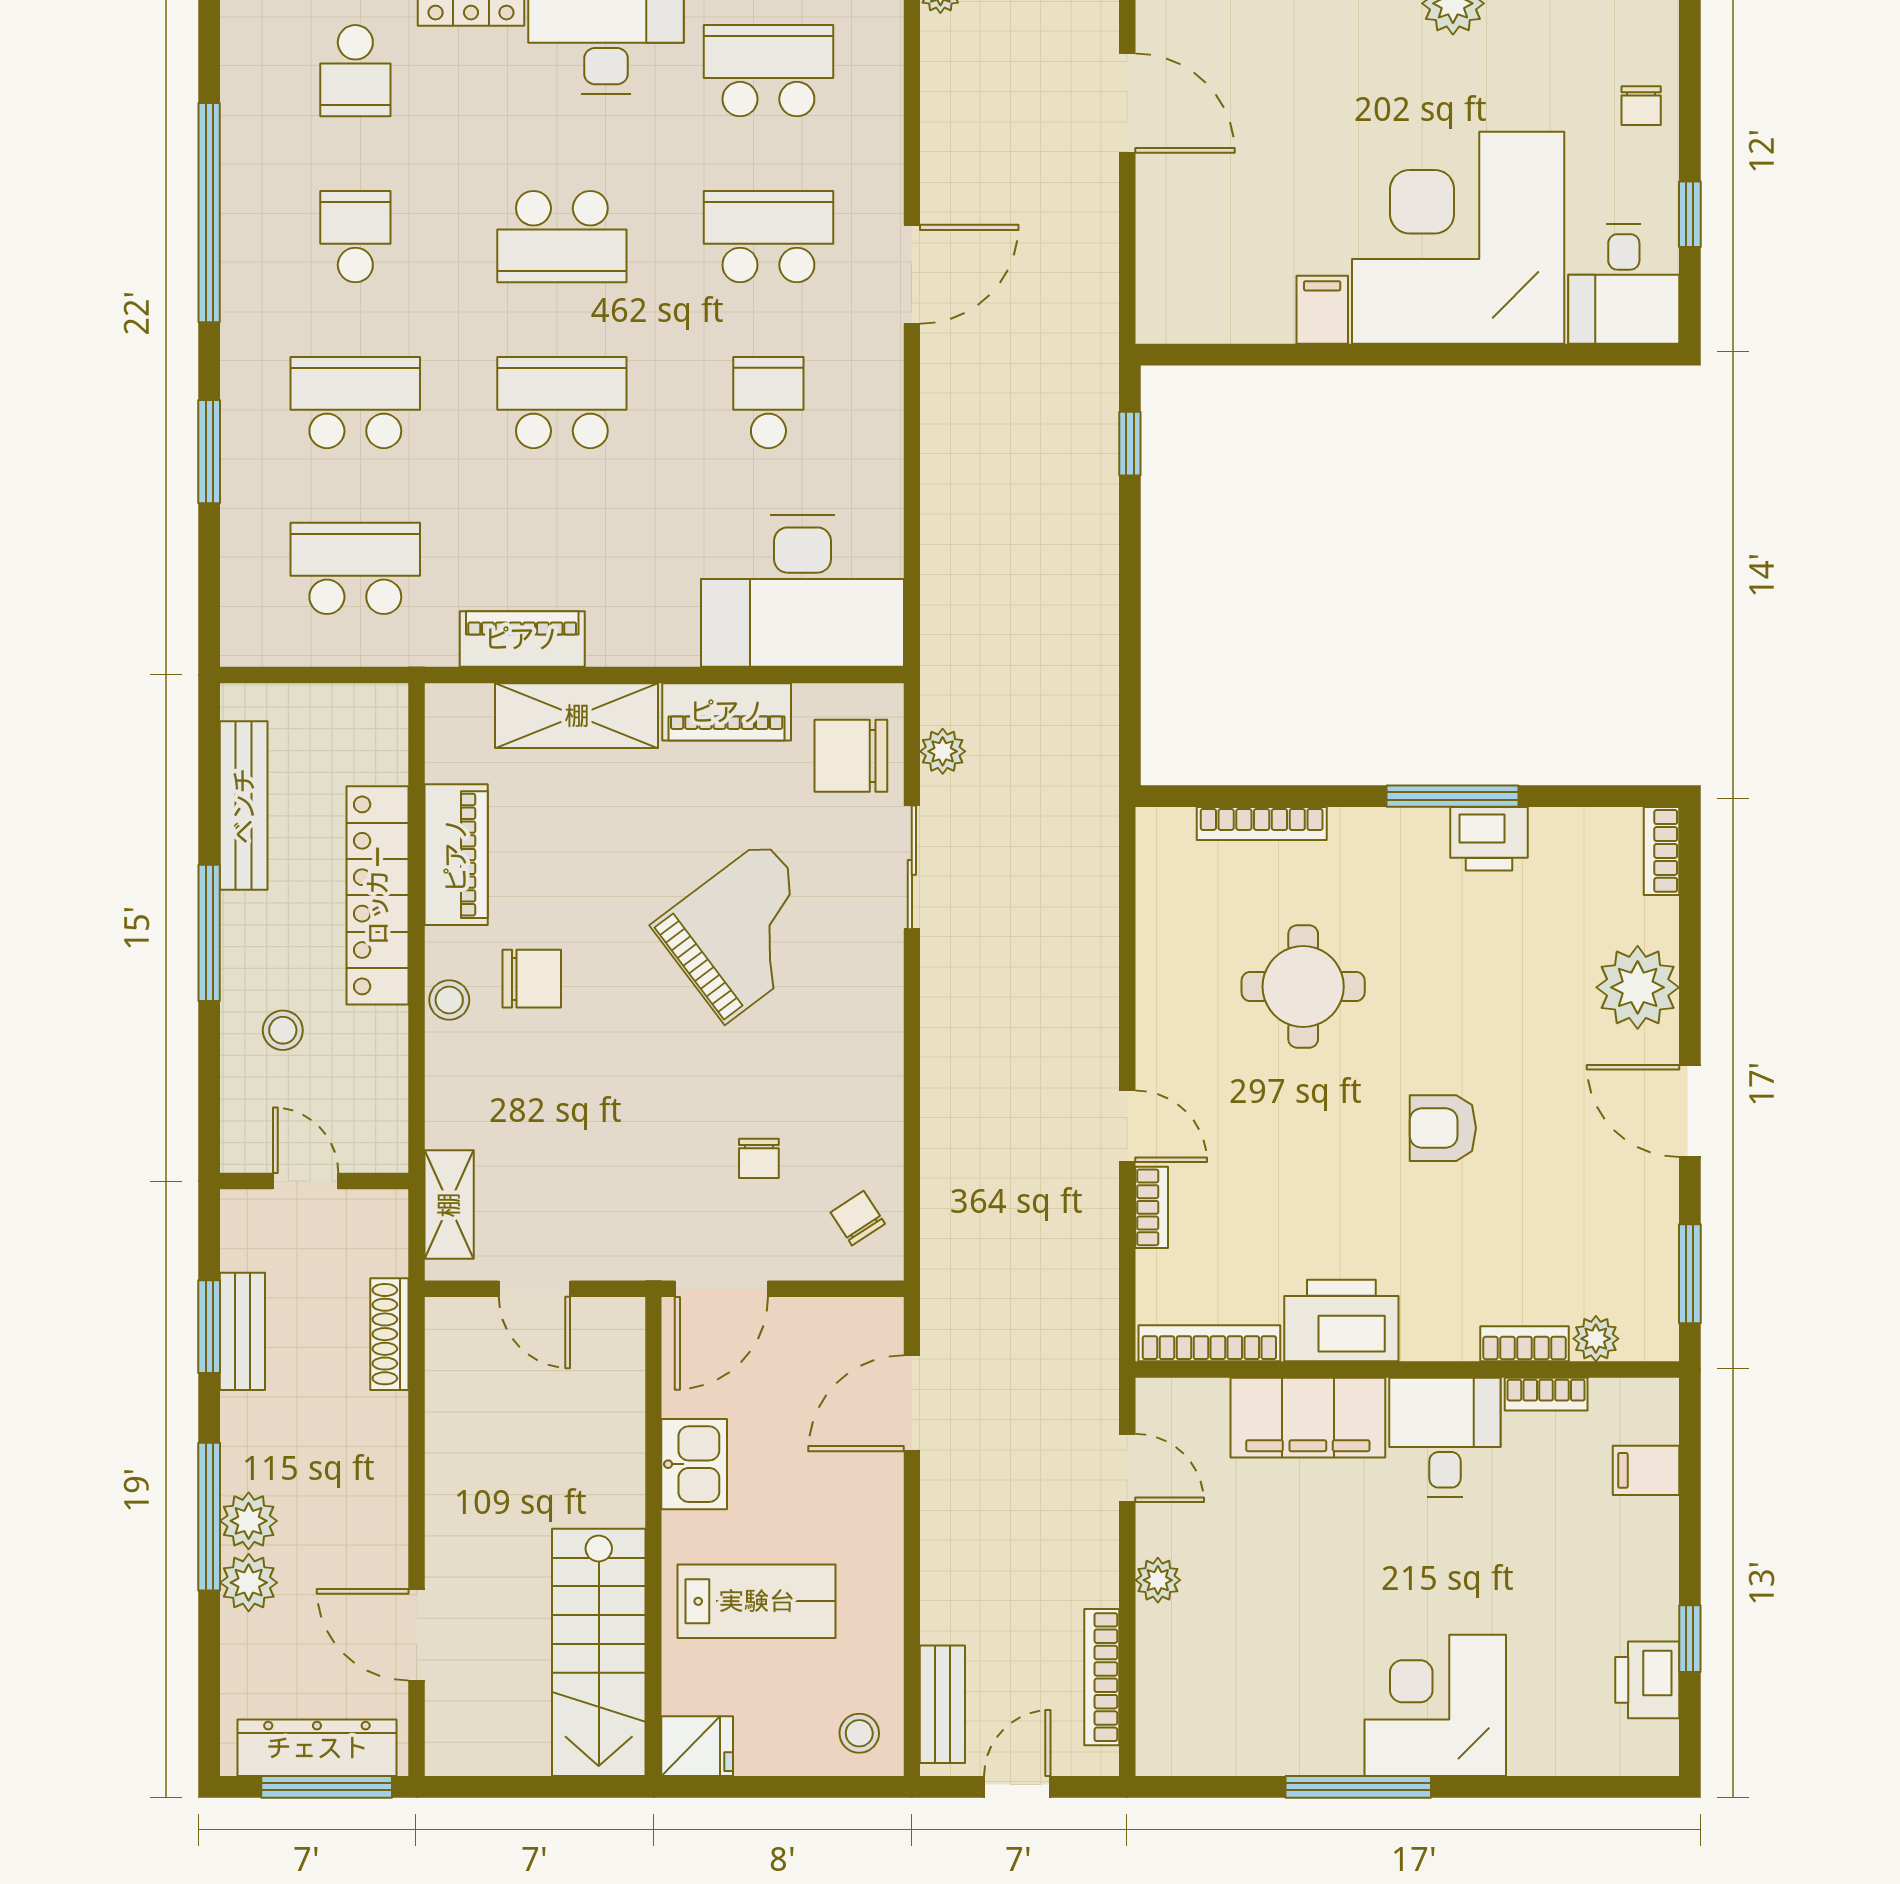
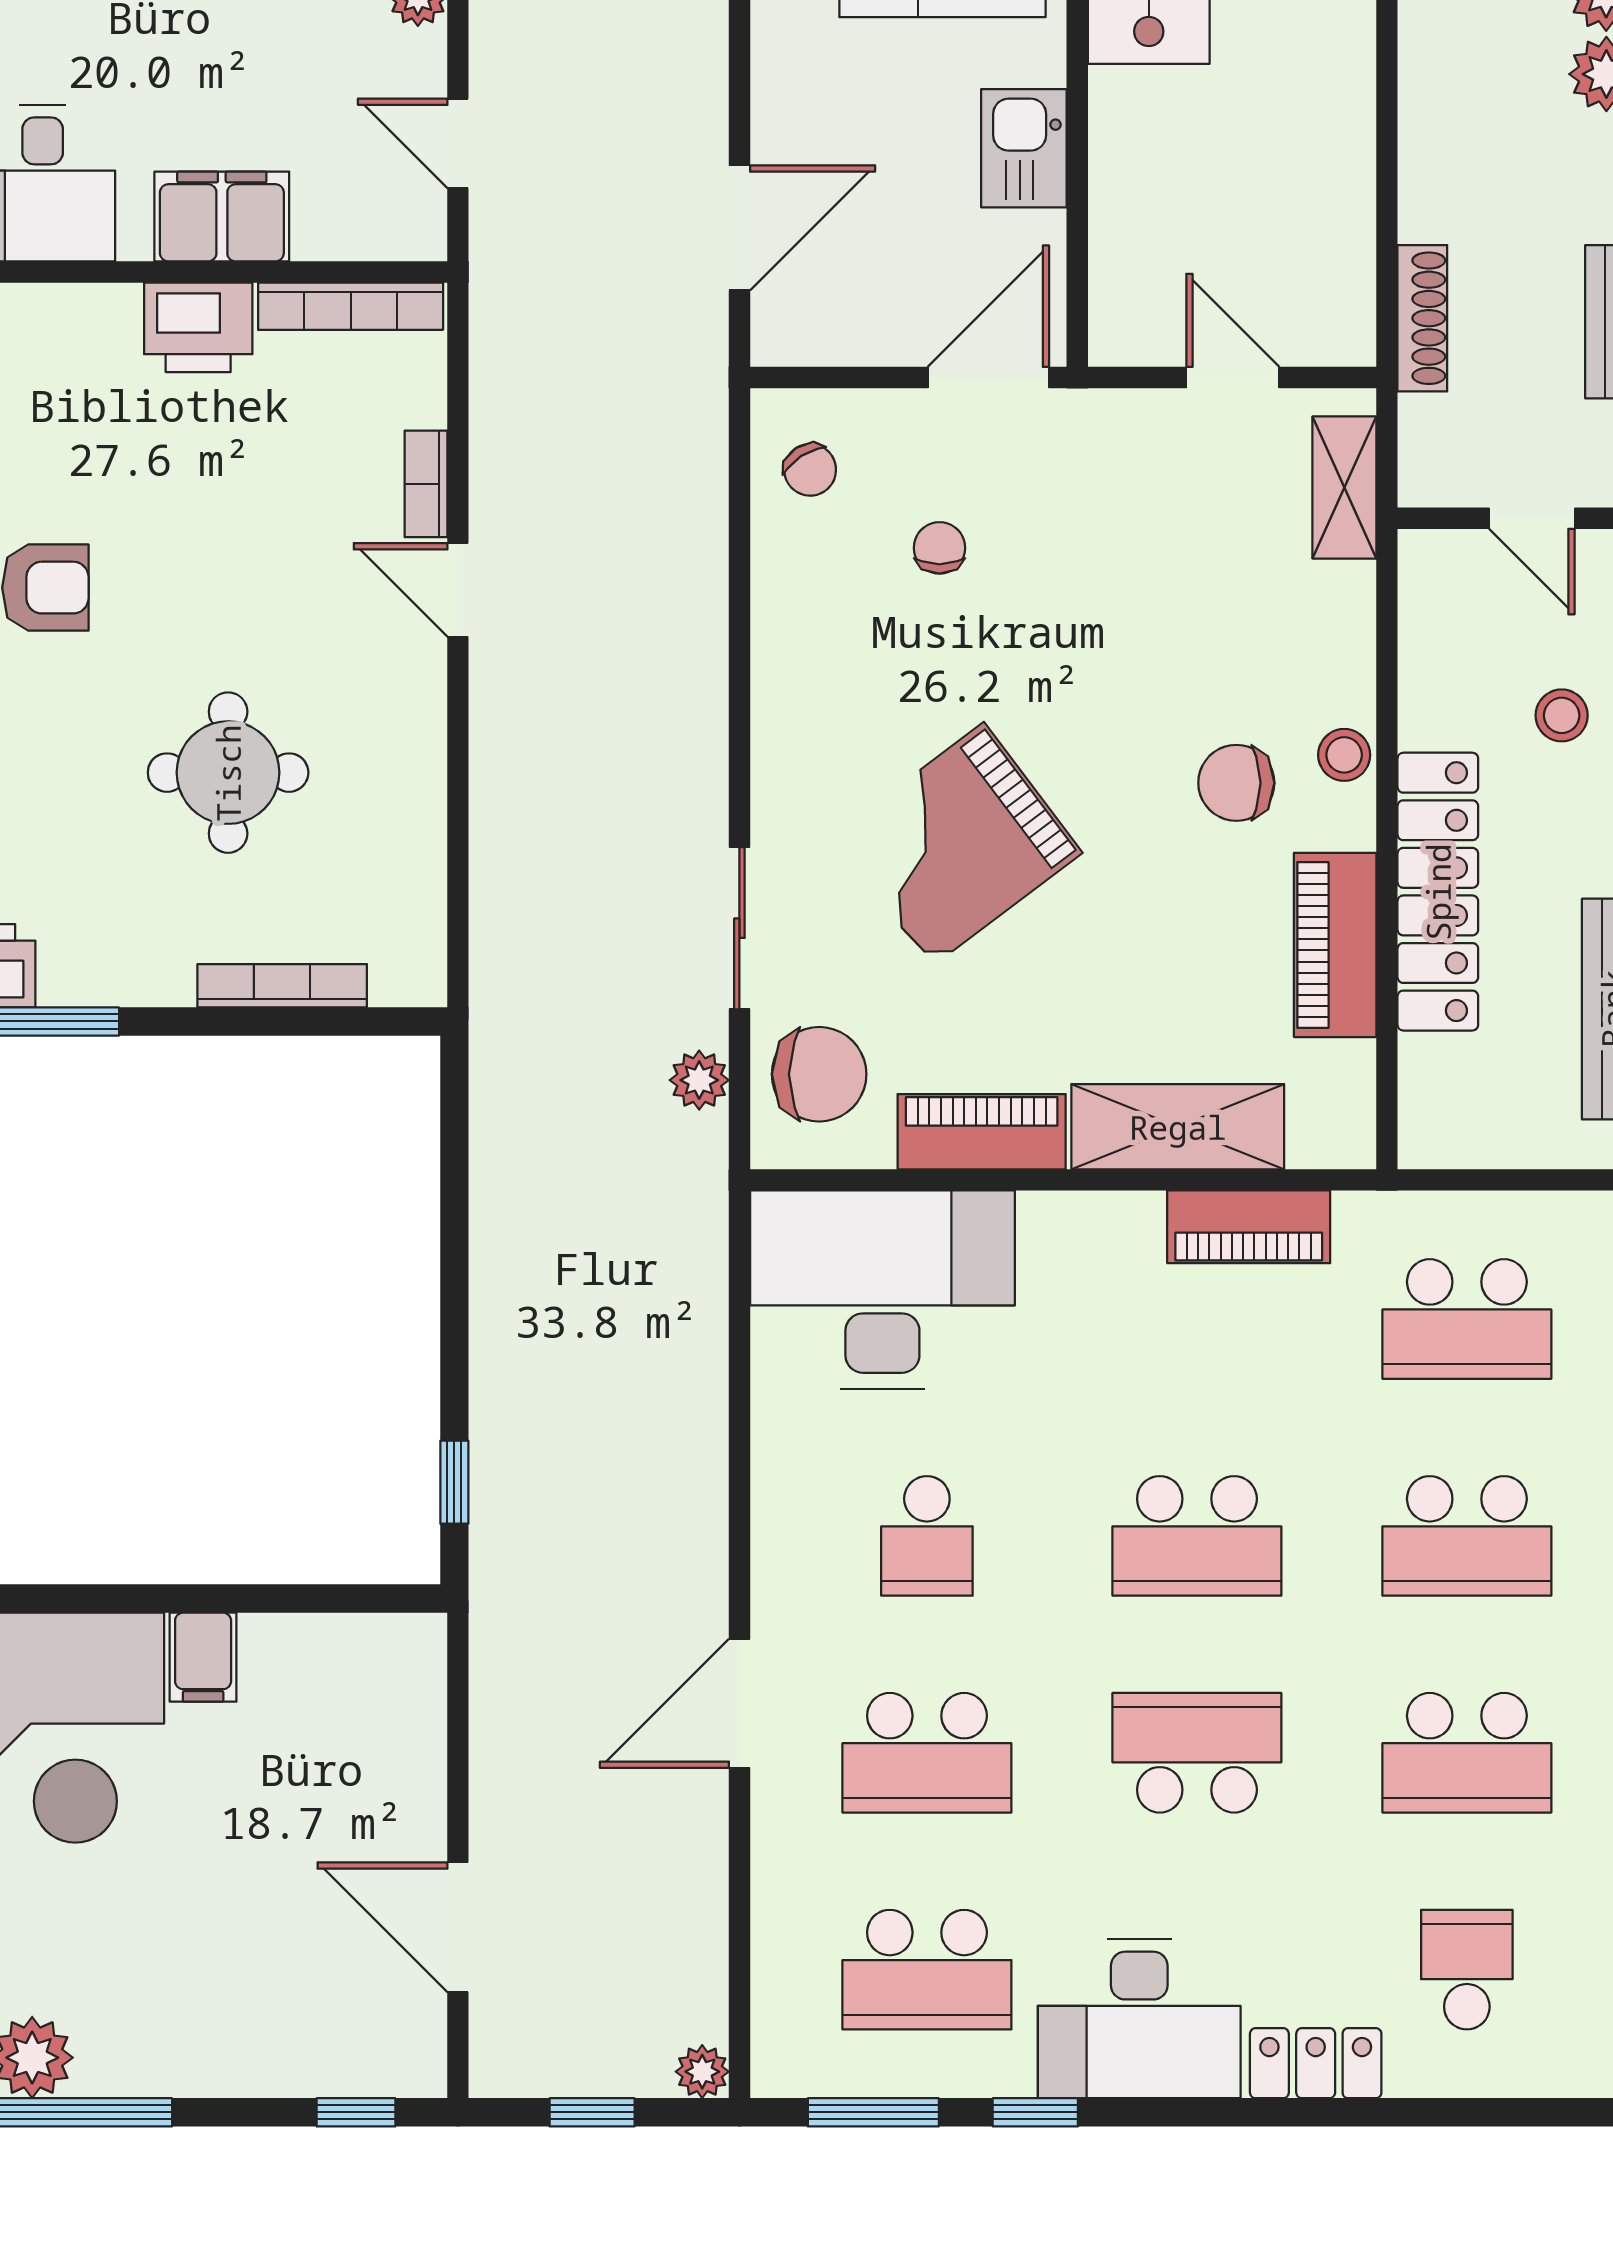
school desk: (355, 237) -> (1467, 1753), width x1.85
printer: (1341, 1321) -> (198, 327), width x0.73, depth x0.84
filing cabinet: (1308, 1418) -> (222, 216), width x0.67, depth x0.86

